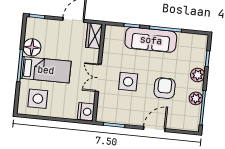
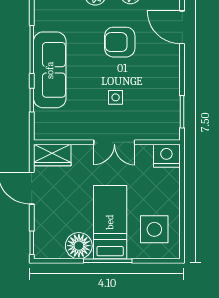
side table: (128, 82) -> (116, 97), width x0.54, depth x0.54
door: (154, 129) -> (182, 27), moved

